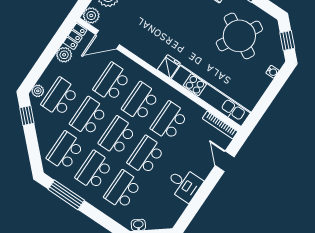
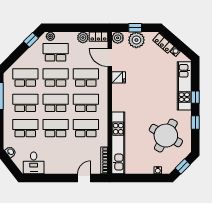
fridge: (169, 66) -> (119, 77), moved
desk: (184, 184) -> (34, 163), moved

